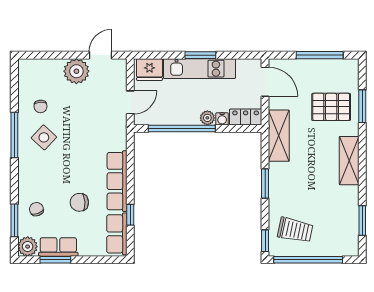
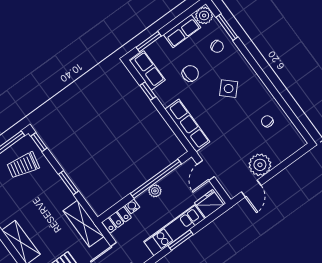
plant: (207, 118) -> (155, 191), moved
window: (14, 135) -> (271, 88), removed
side table: (44, 137) -> (229, 89), moved
row of seats: (117, 181) -> (187, 126), moved
window: (55, 260) -> (149, 42), moved

